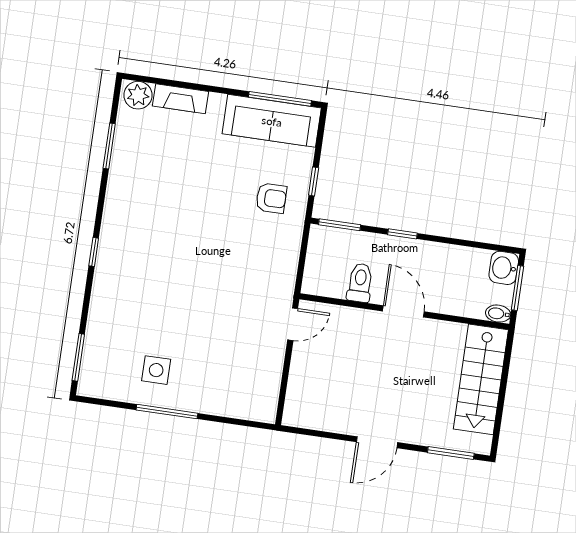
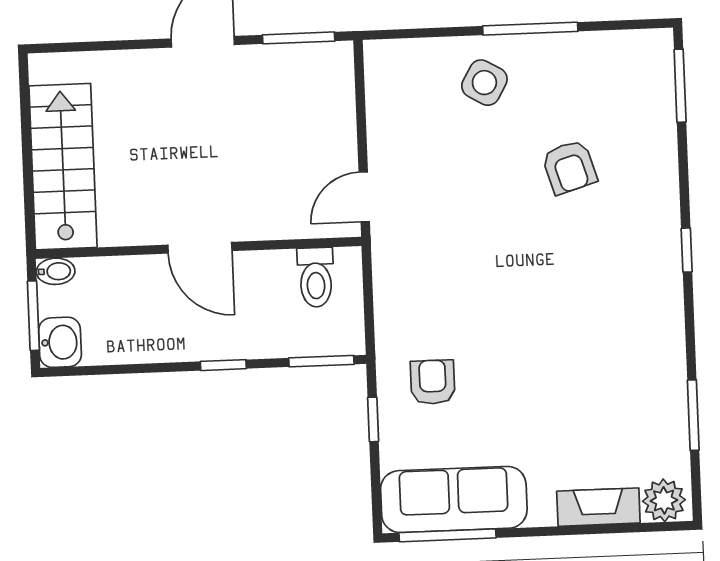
armchair: (271, 198) -> (433, 382), turned 90
toilet: (360, 283) -> (316, 277), moved
armchair: (158, 319) -> (569, 167), added
side table: (156, 370) -> (484, 83), moved, turned 30
window: (451, 453) -> (299, 38), moved

